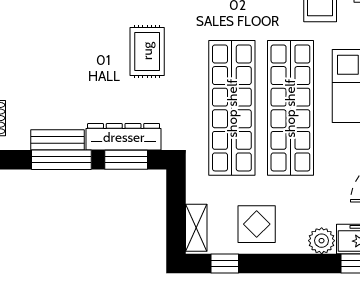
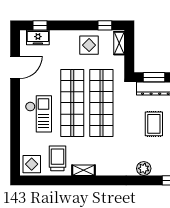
rug: (147, 51) -> (154, 124), moved
plant: (322, 241) -> (57, 37), removed

